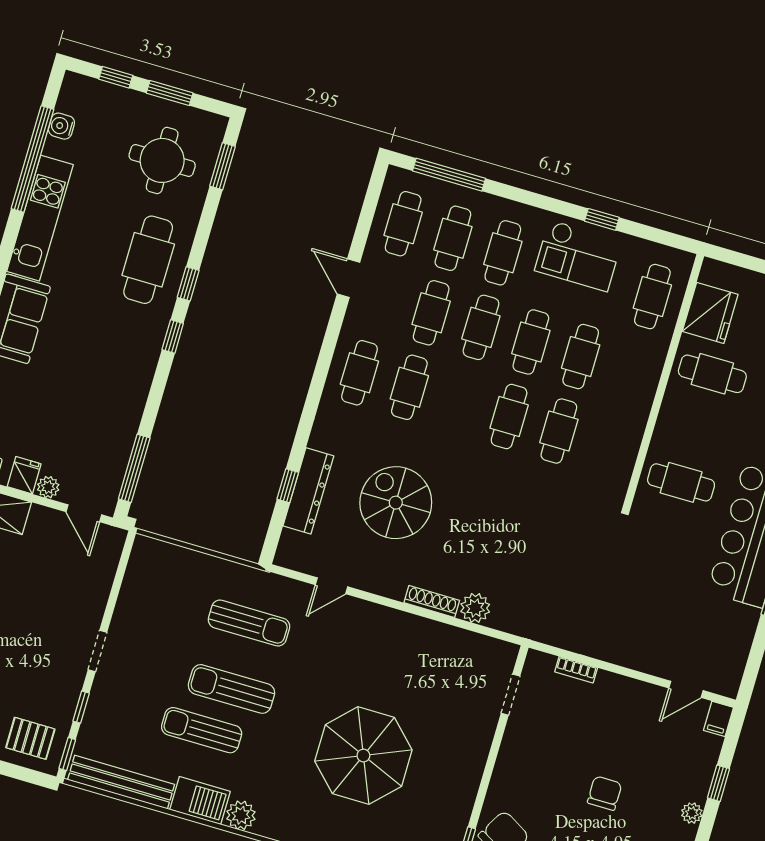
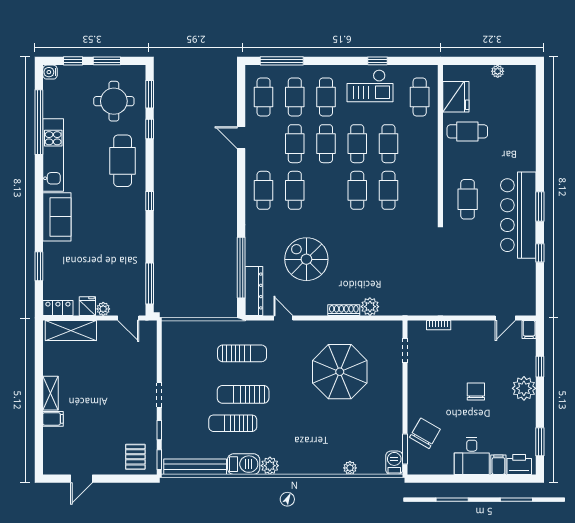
water cooler: (61, 126) -> (50, 72), moved
window: (188, 284) -> (150, 129), moved
cafe table: (681, 482) -> (468, 199), turned 90
window: (288, 486) -> (241, 268), width x3.17
dresser: (308, 491) -> (254, 291), moved
door: (332, 586) -> (283, 318), swing flipped
pallet: (30, 738) -> (135, 457), turned 90
parasol: (363, 755) -> (340, 372), moved
plant: (692, 813) -> (524, 388), width x1.87, depth x1.87

